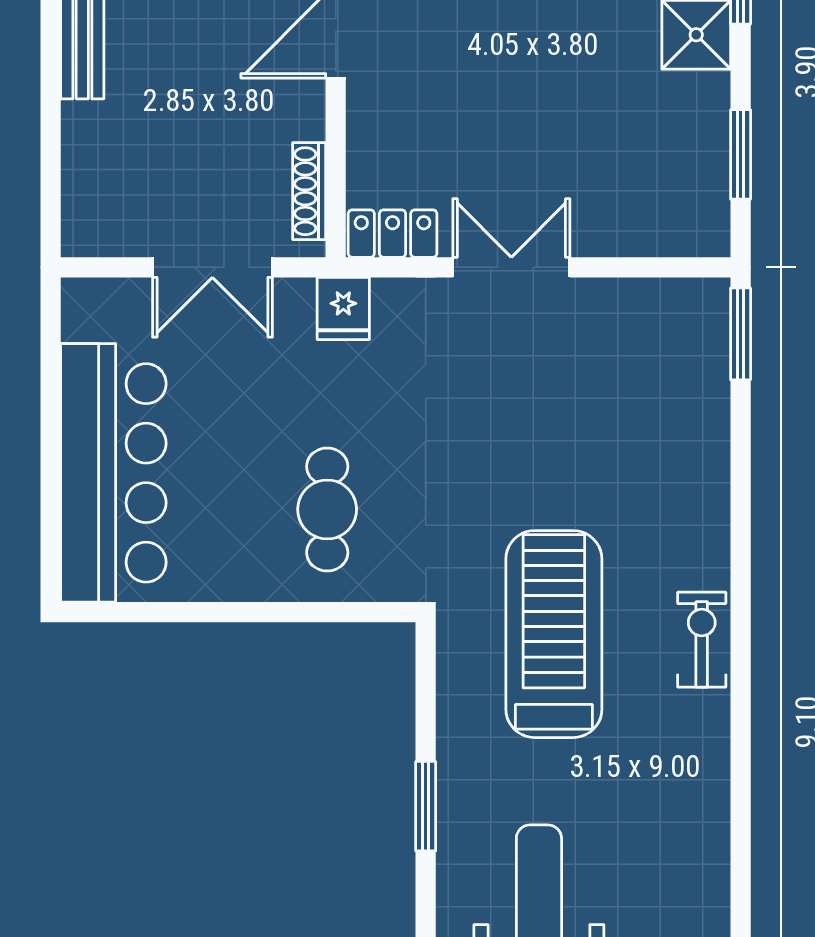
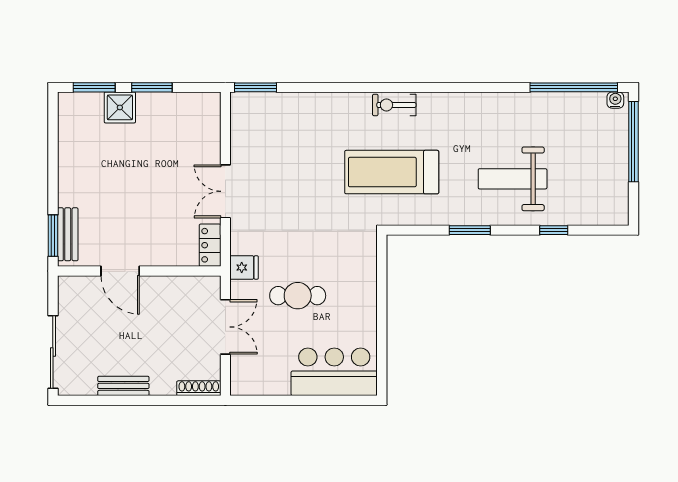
window: (741, 154) -> (152, 87), moved
shoe rack: (309, 191) -> (199, 388), moved, turned 180
bar counter: (113, 473) -> (334, 372), width x0.73
cafe table: (327, 509) -> (298, 296), moved

